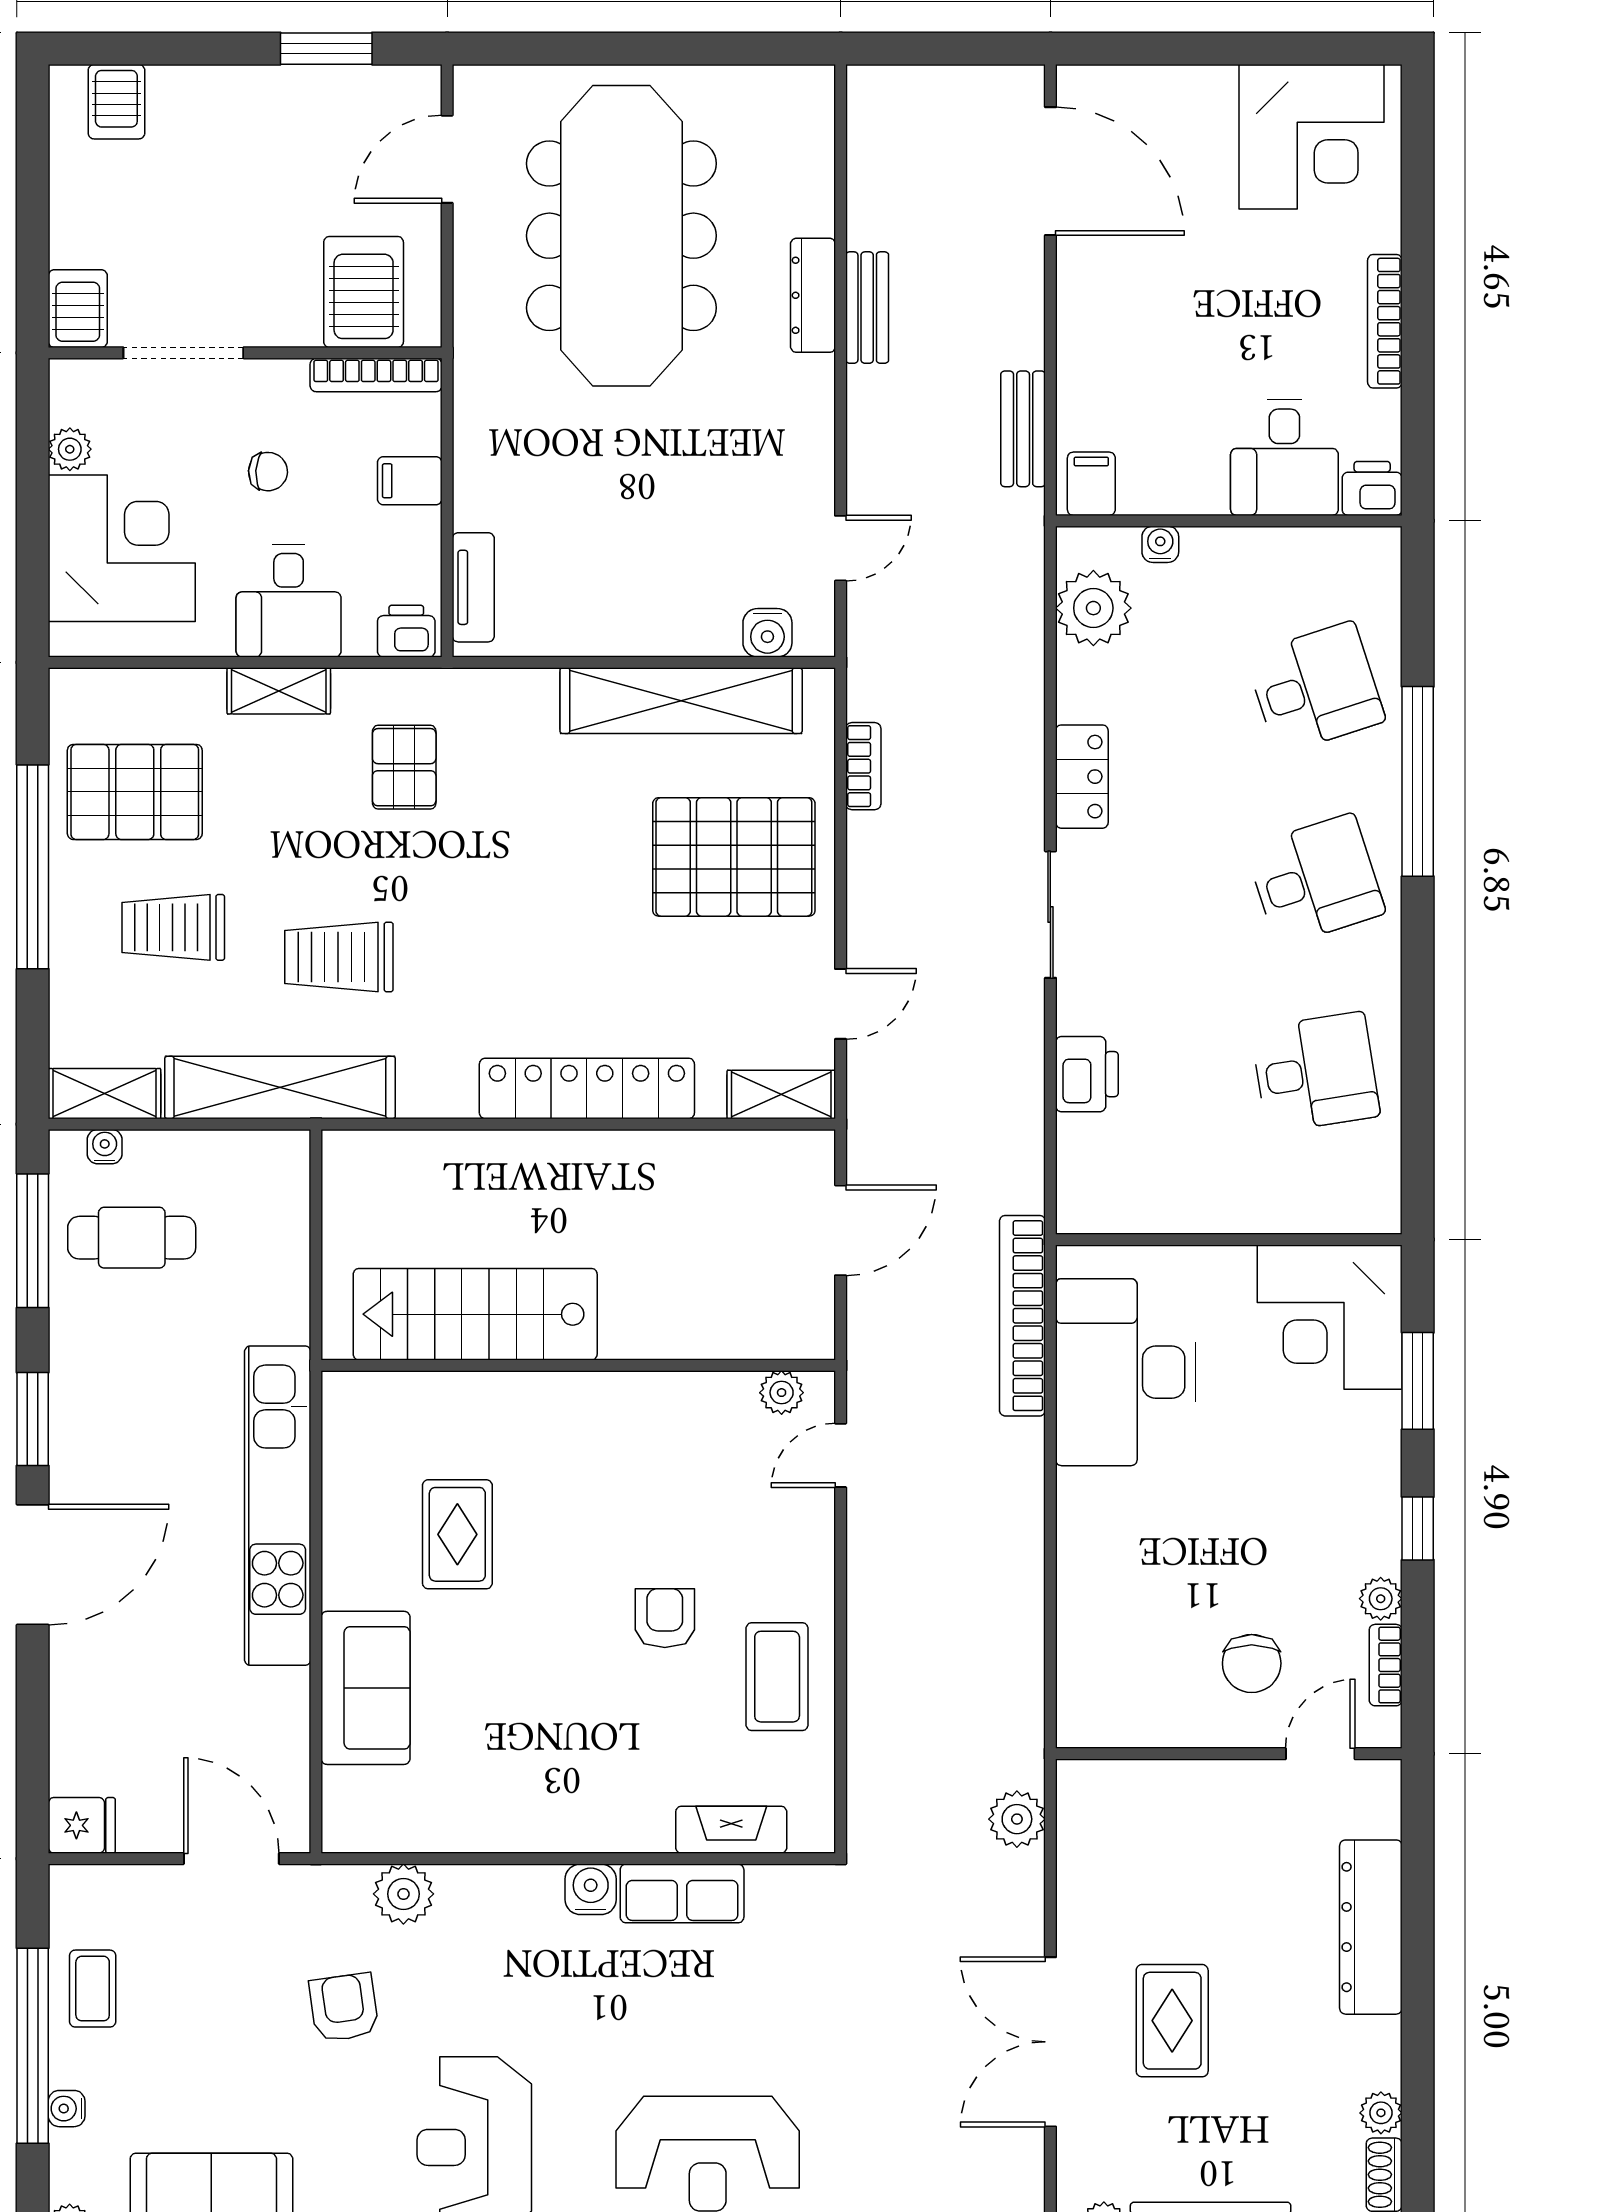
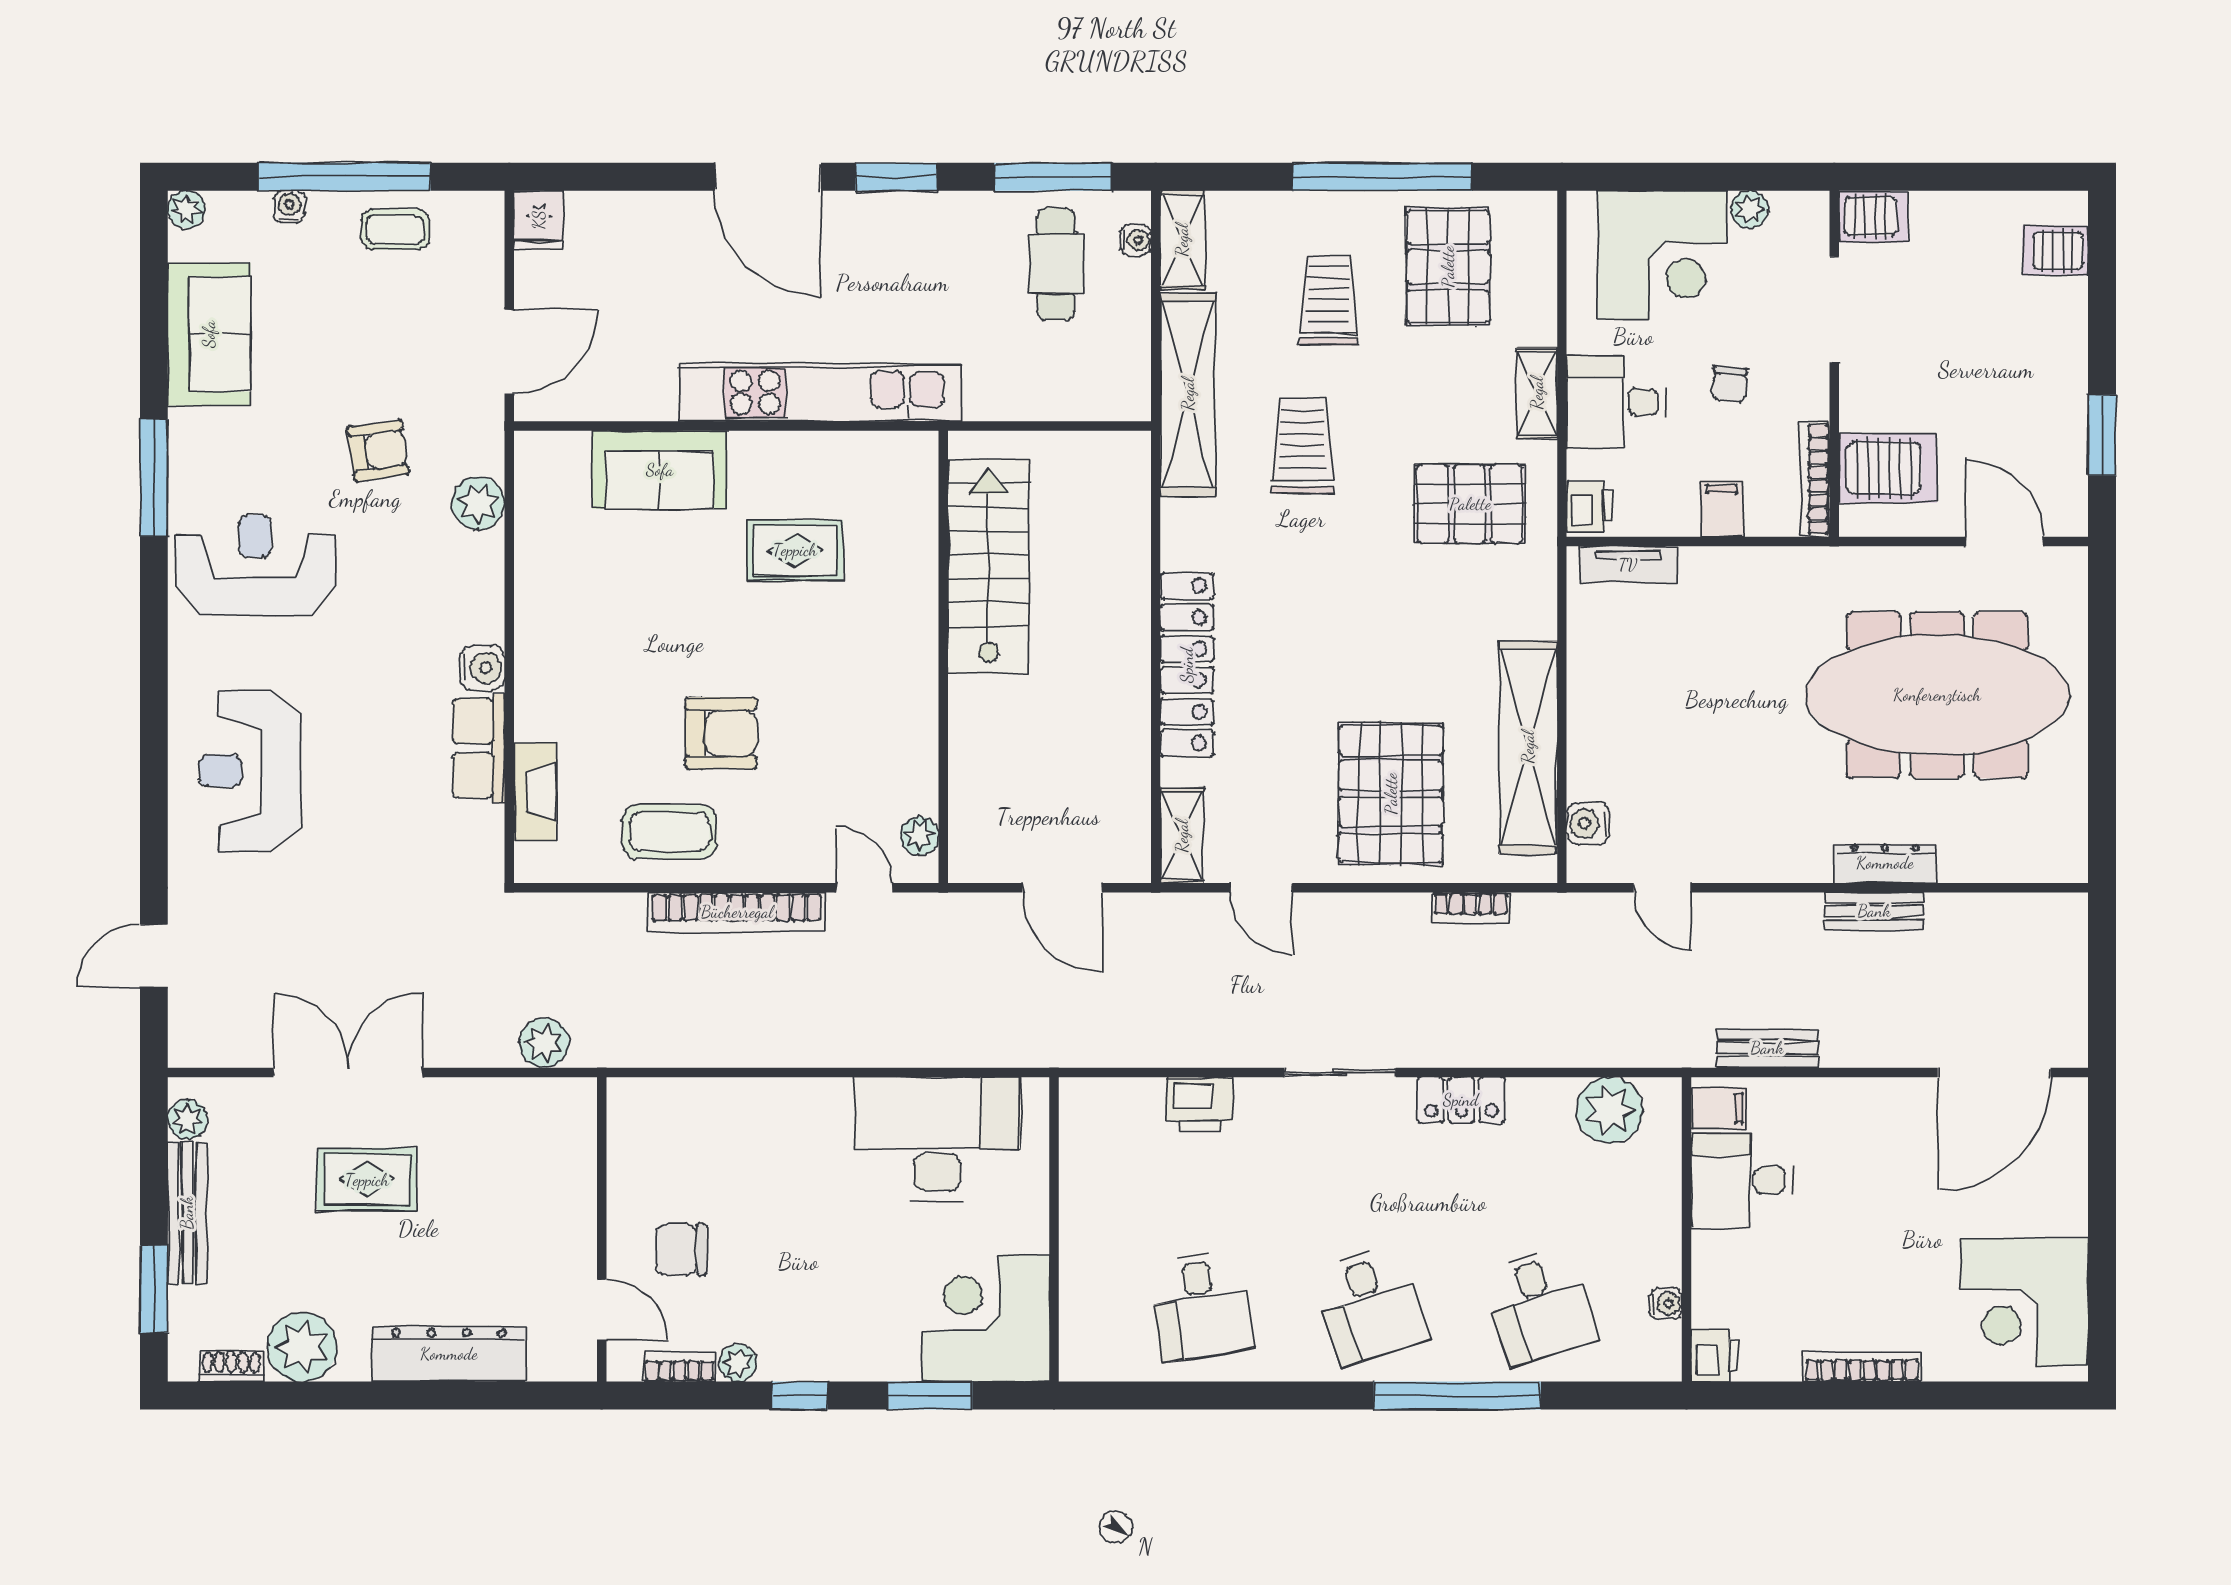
desk: (1284, 458) -> (1742, 1180), moved
water cooler: (1160, 544) -> (1666, 1304), moved
pallet: (404, 767) -> (1470, 504), width x1.50, depth x1.42
bookcase: (1022, 1316) -> (737, 912), moved, turned 180
armchair: (665, 1618) -> (721, 733), width x1.38, depth x1.38
plant: (1381, 2113) -> (302, 1347), width x1.88, depth x1.88

